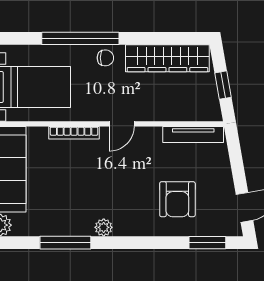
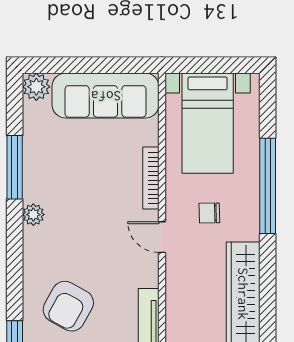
chair: (105, 58) -> (209, 213), moved, turned 89
armchair: (177, 199) -> (68, 306), turned -61

